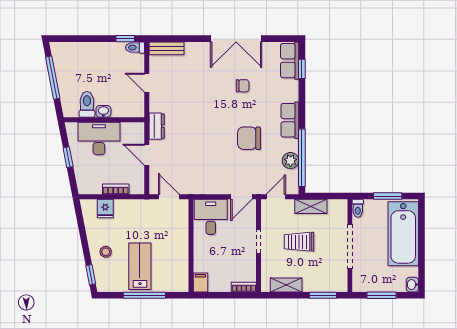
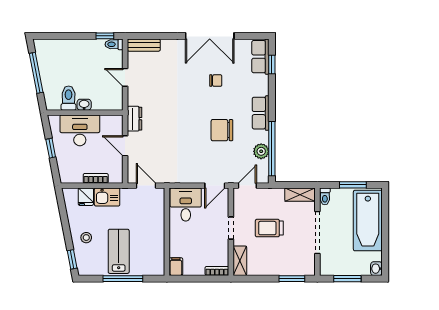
shelving: (311, 206) -> (300, 195), moved
kitchen sink: (128, 209) -> (107, 197), added
shelving: (286, 285) -> (240, 261), moved, turned 90

